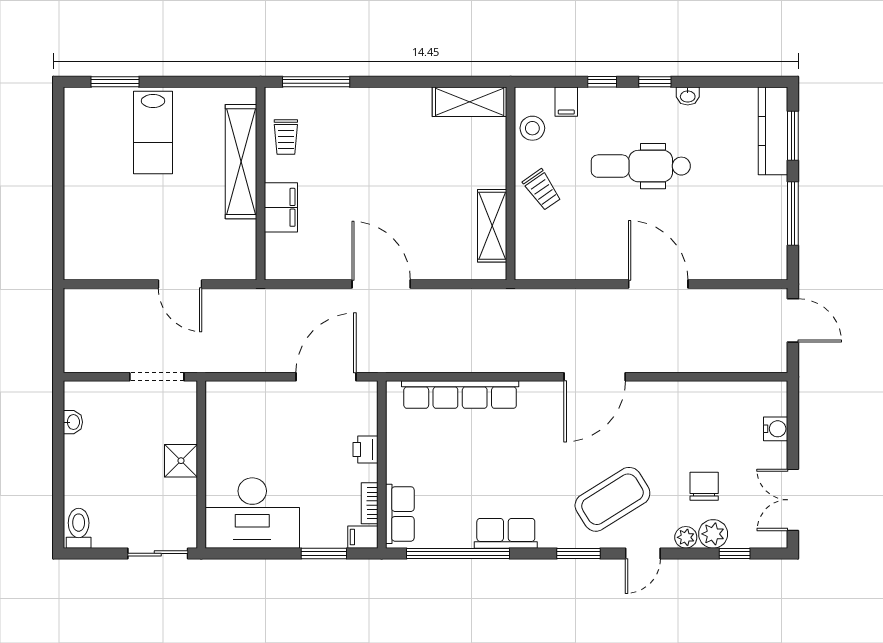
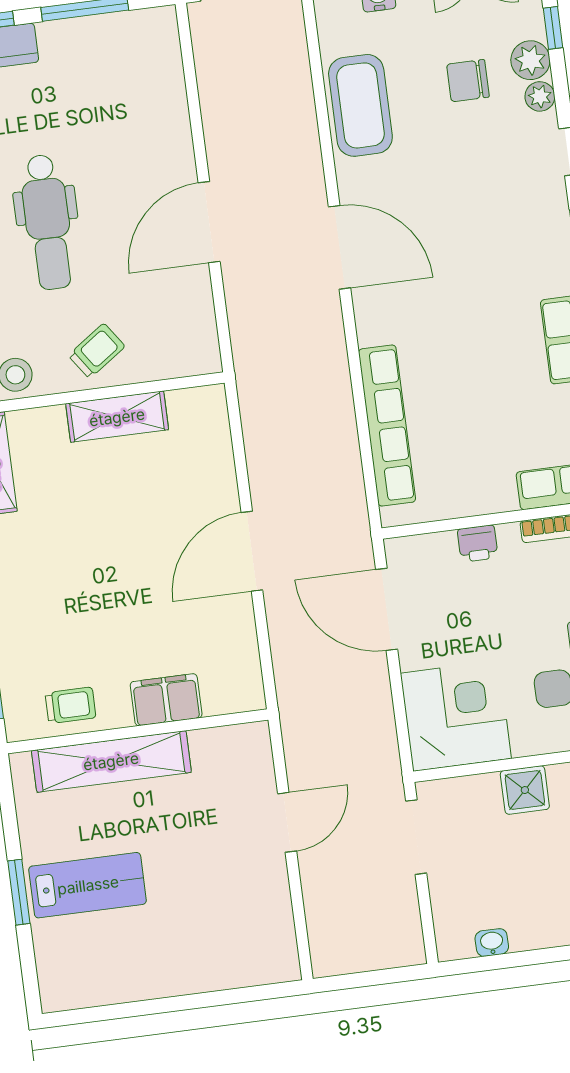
window: (115, 82) -> (19, 892), moved
shelving: (492, 226) -> (117, 417), moved
door: (658, 284) -> (209, 222), moved
corner desk: (242, 417) -> (456, 716), added
coffee table: (612, 499) -> (360, 105), moved, turned 32

